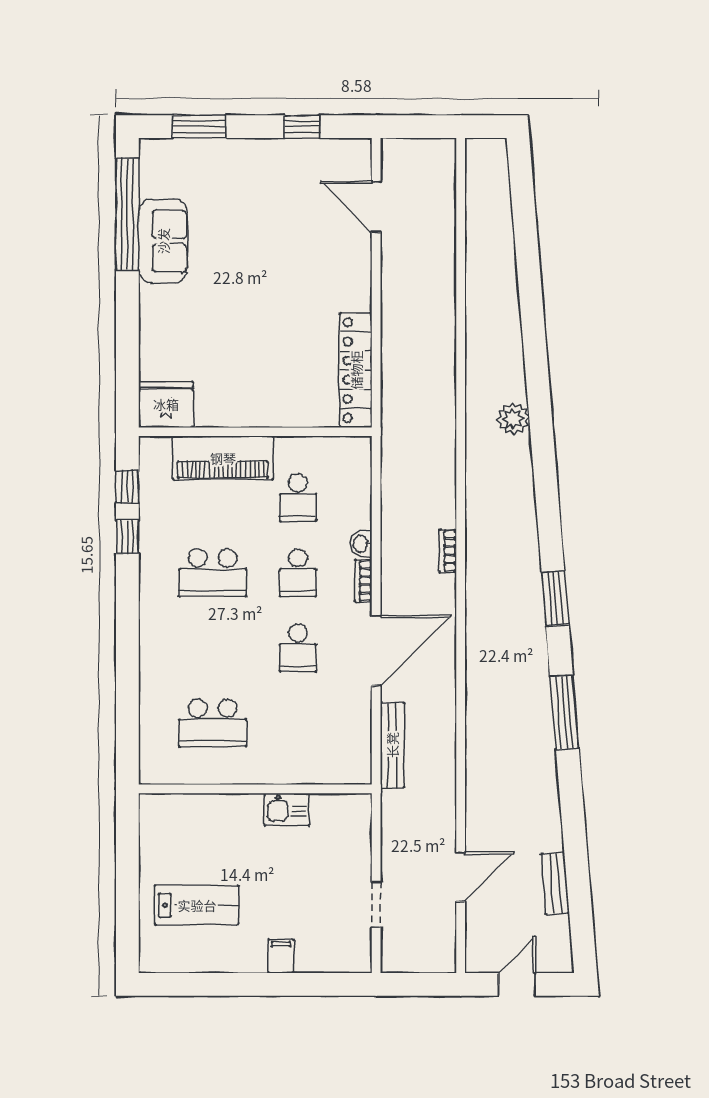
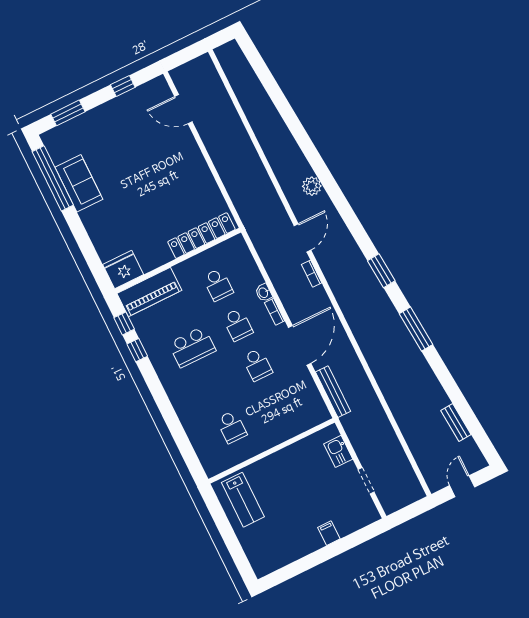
locker: (356, 370) -> (201, 236), moved, turned 90
piano: (223, 458) -> (149, 292), moved
school desk: (213, 723) -> (232, 427), width x0.54
kitchen sink: (287, 809) -> (338, 451), moved, turned 90
door: (461, 877) -> (302, 238), moved
lab bench: (197, 905) -> (243, 500), moved, turned 90

